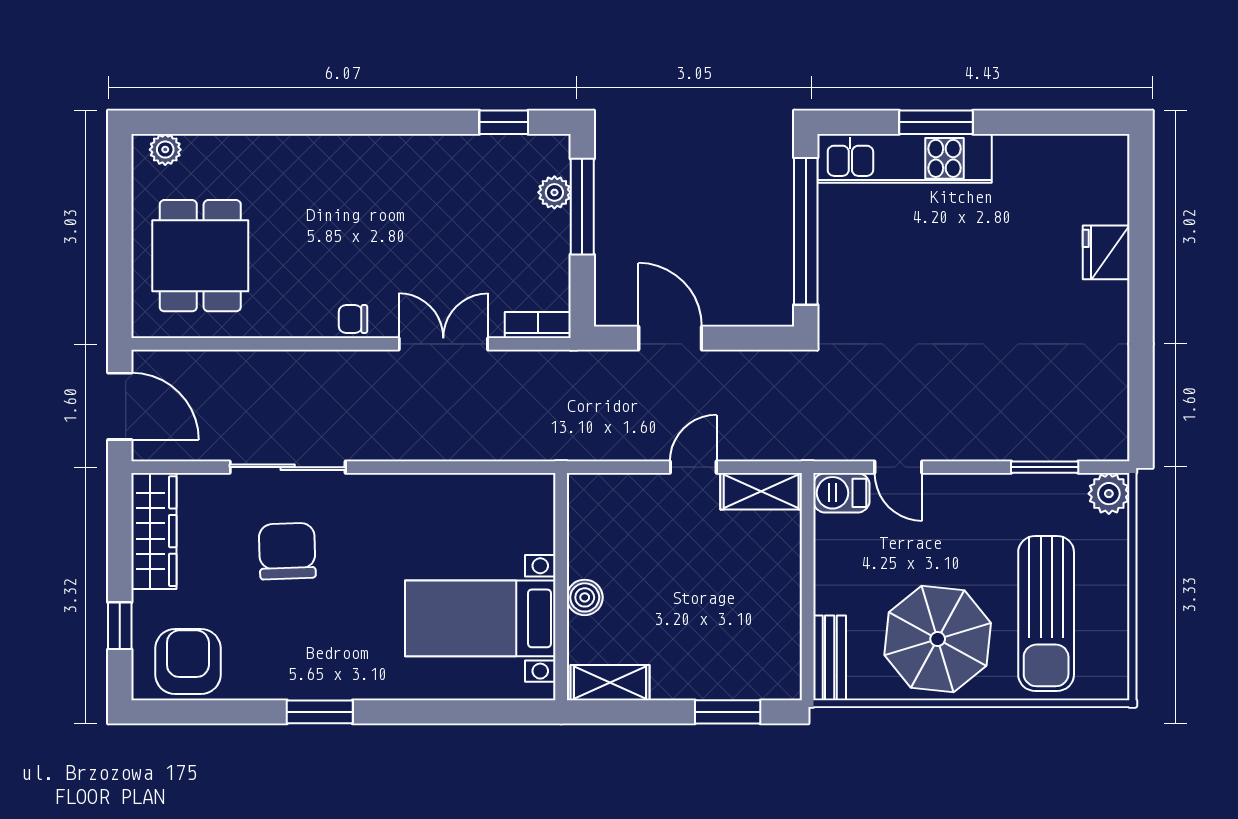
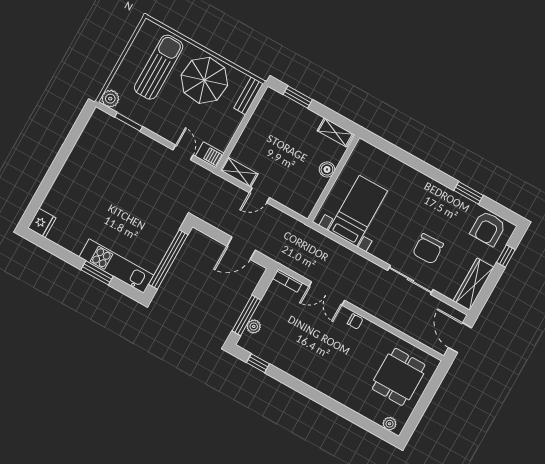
fridge: (1106, 252) -> (42, 223), moved
door: (670, 338) -> (241, 248), hinge flipped
bed with nightstands: (480, 618) -> (358, 211), moved, turned -90
window: (320, 712) -> (469, 193), moved

